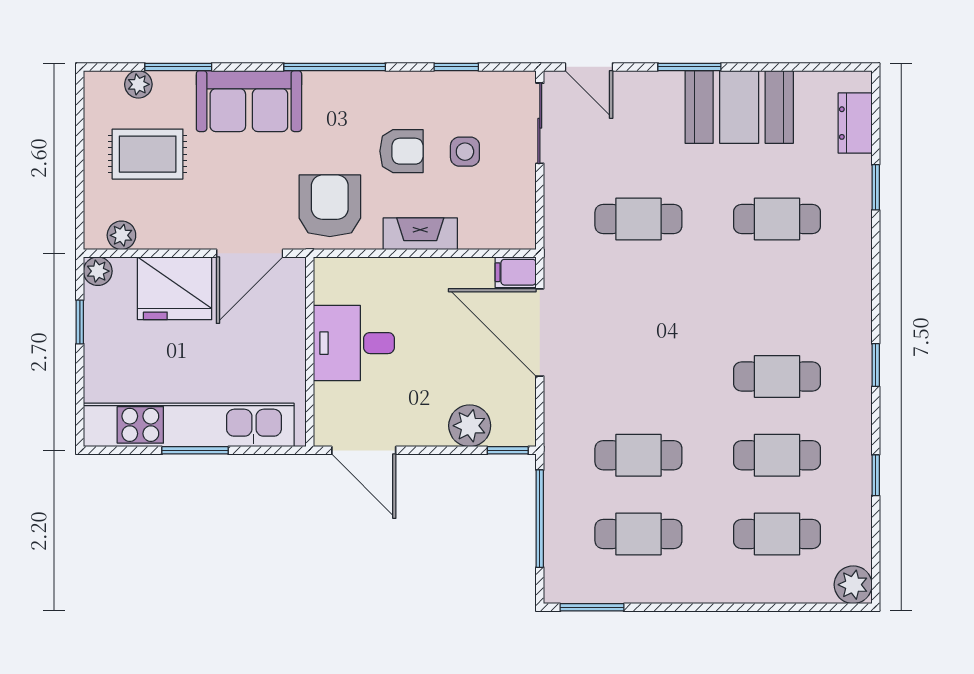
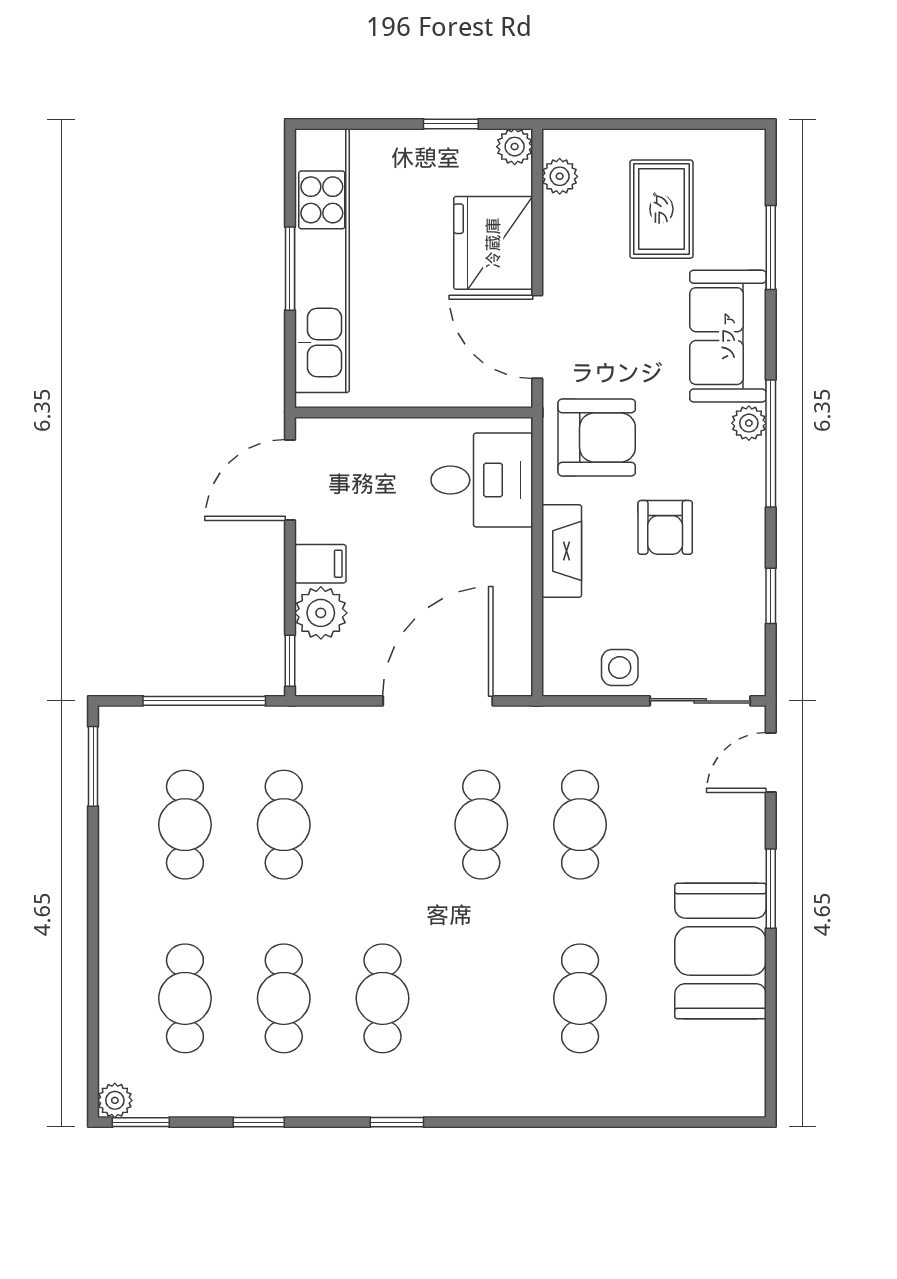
plant: (138, 84) -> (749, 423), moved
dresser: (855, 123) -> (700, 1096), removed
side table: (465, 152) -> (620, 667), moved
window: (876, 187) -> (141, 1122), moved
filing cabinet: (516, 272) -> (320, 564), moved, turned 90
cafe table: (638, 298) -> (481, 825), added
desk: (354, 343) -> (482, 480), moved, turned 90
plant: (853, 585) -> (115, 1100), width x0.73, depth x0.73

